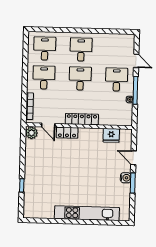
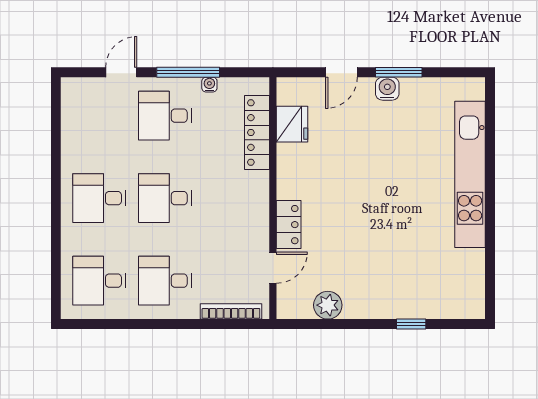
locker: (82, 119) -> (257, 133), moved
plant: (32, 133) -> (328, 305), moved

